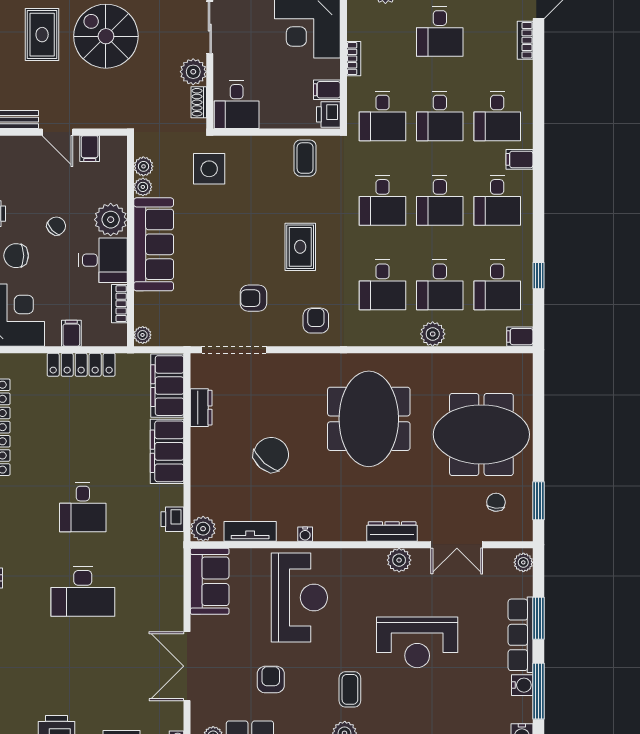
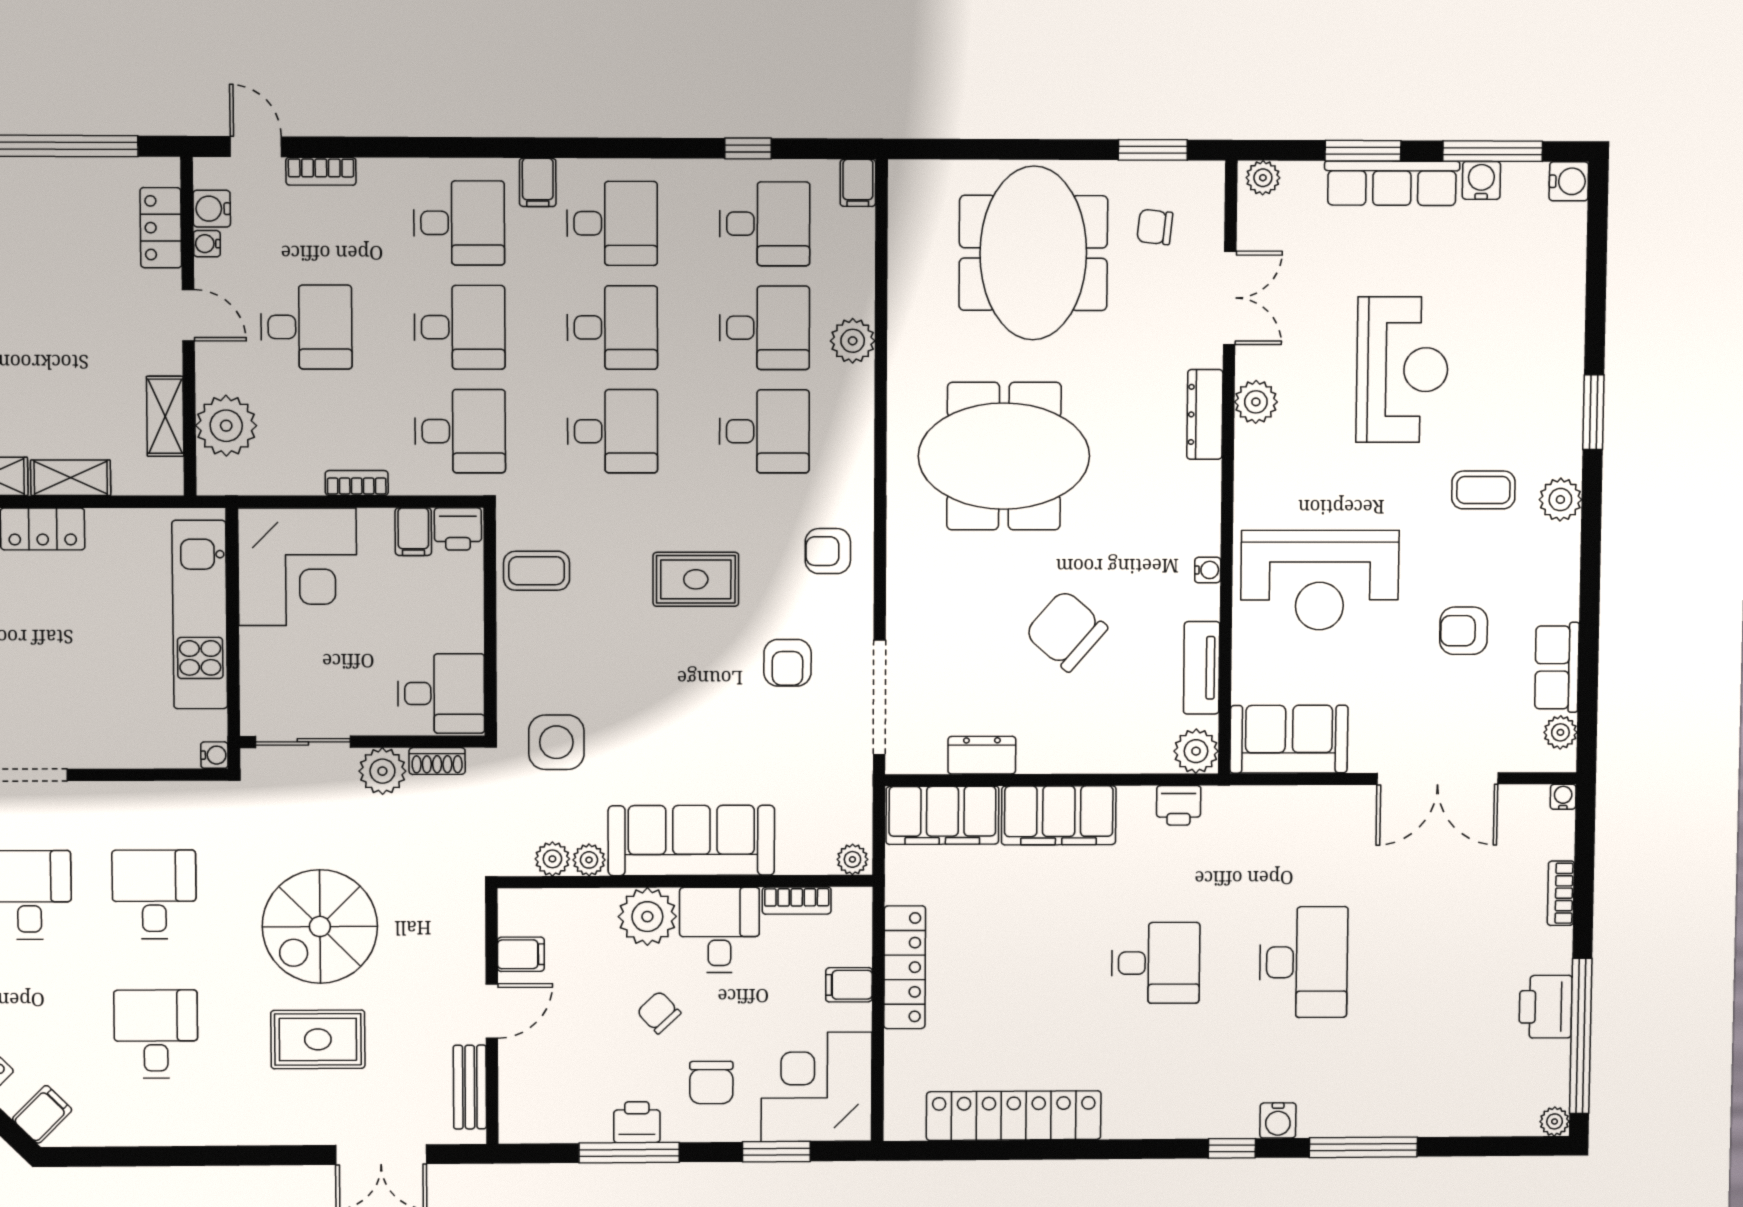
reception desk: (299, 597) -> (1320, 580), turned 180

